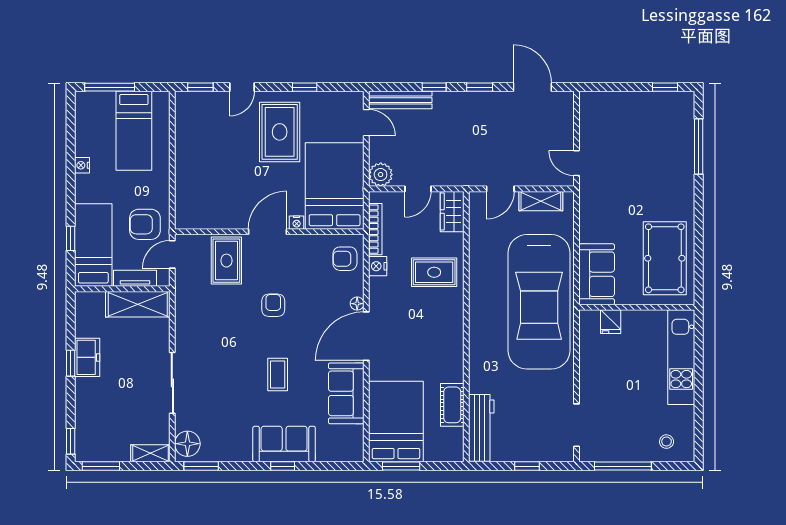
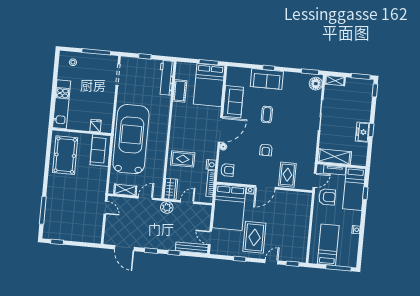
plant: (381, 175) -> (167, 207), moved

